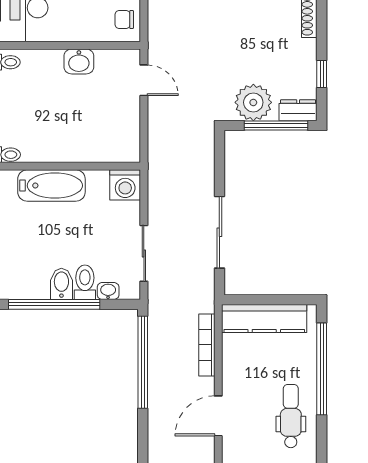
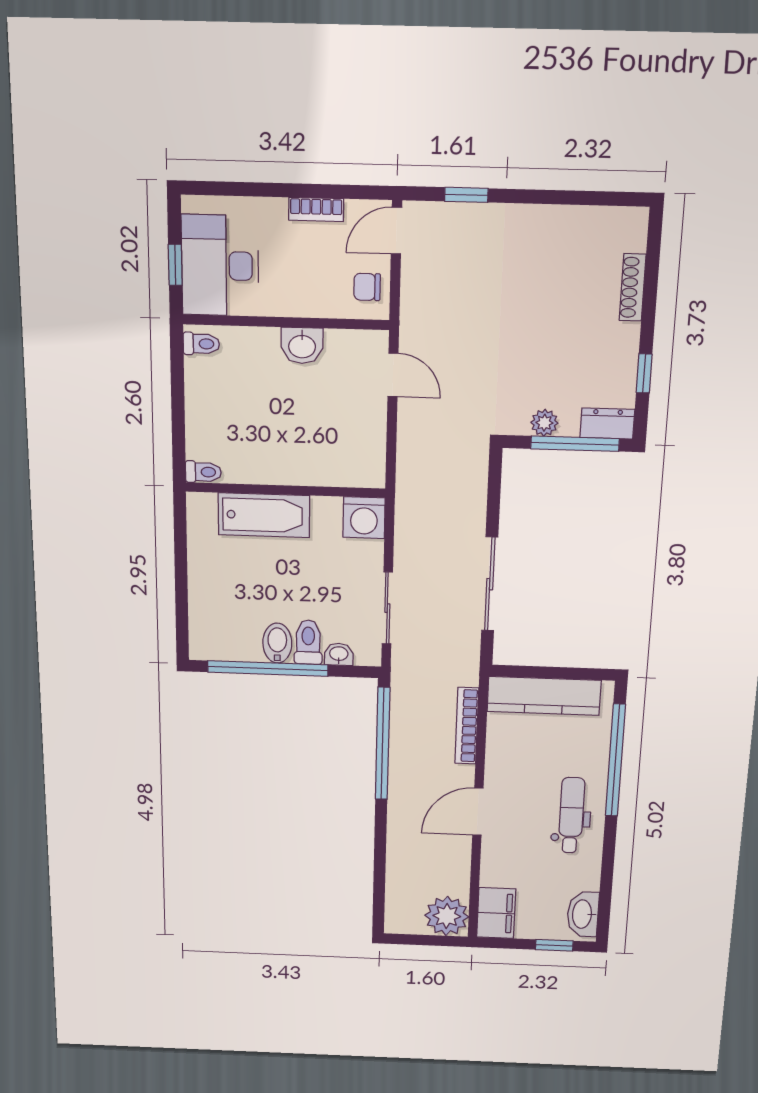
plant: (253, 102) -> (544, 423), width x0.53, depth x0.53

